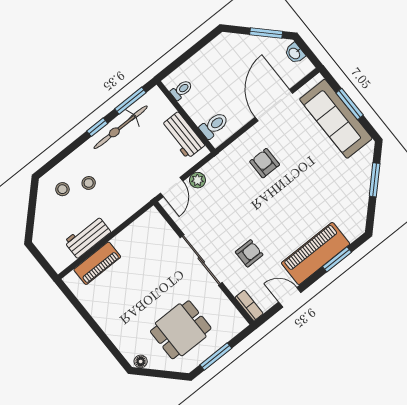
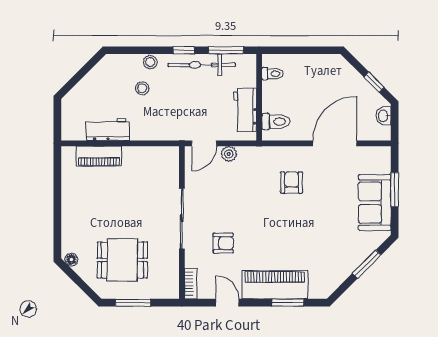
window: (266, 33) -> (374, 82), width x0.67
sofa: (336, 119) -> (375, 203), width x0.73
stool: (62, 189) -> (150, 62), moved

